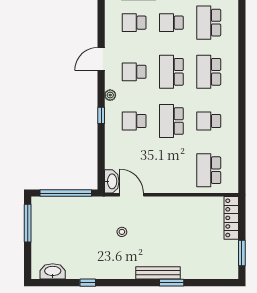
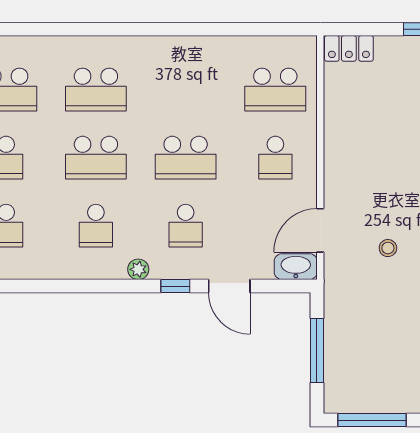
door: (101, 59) -> (229, 286), moved
school desk: (209, 121) -> (275, 158), moved
window: (66, 193) -> (317, 350), width x0.68
locker: (231, 218) -> (349, 48), width x0.66

